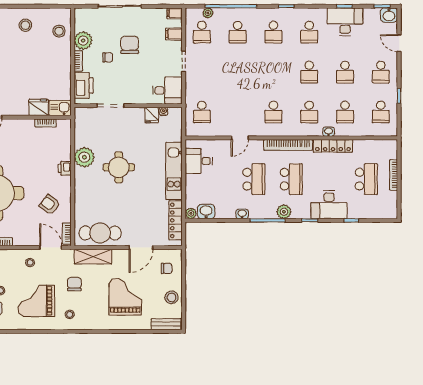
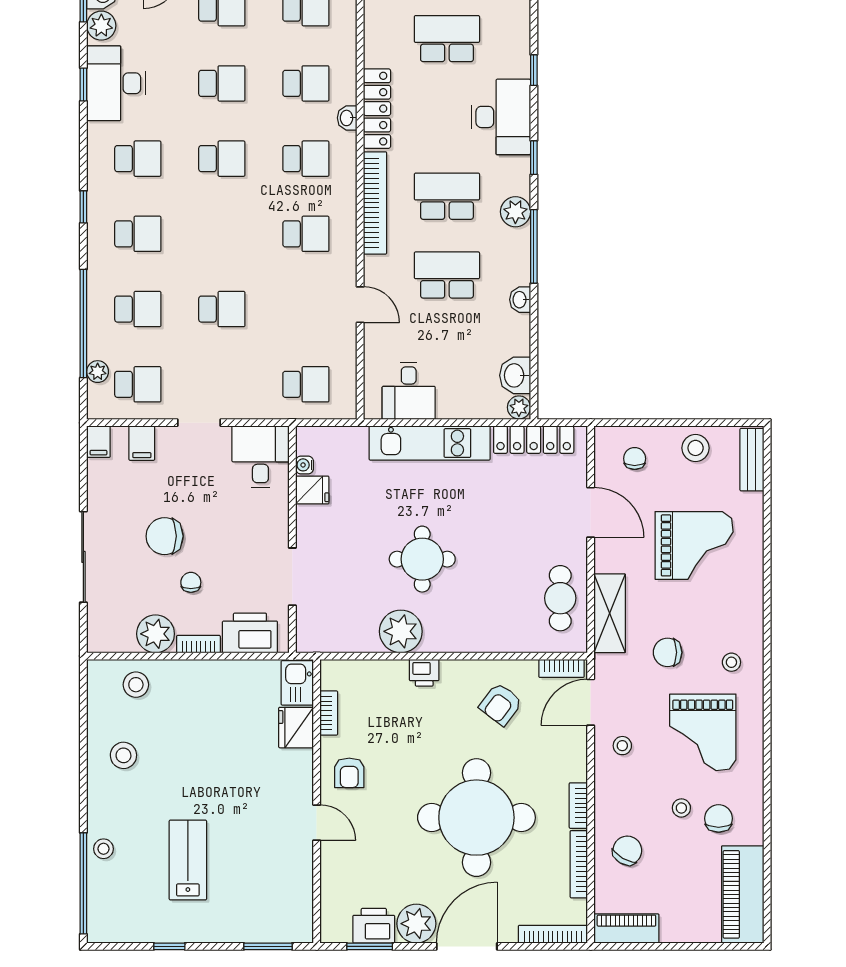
plant: (372, 15) -> (101, 26), added
school desk: (238, 72) -> (222, 309), added
armchair: (17, 133) -> (349, 773), added
cafe table: (100, 233) -> (560, 598), width x0.73, depth x0.74
grand piano: (125, 297) -> (694, 545), turned 180

